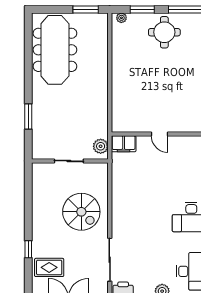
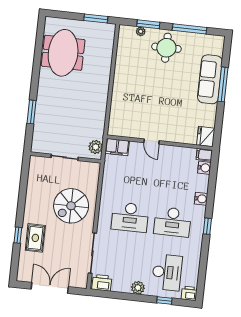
plant: (121, 18) -> (141, 31), moved
meeting table: (55, 50) -> (63, 53), width x0.73
spiral stairs: (81, 212) -> (71, 206), turned 90
desk: (145, 217) -> (130, 217), added
rug: (49, 267) -> (35, 238), moved, turned 90

